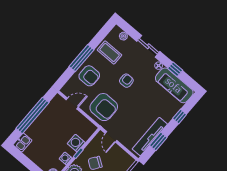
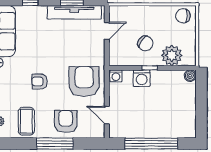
door: (111, 137) -> (107, 31), moved
kitchen sink: (22, 142) -> (186, 131), removed
washing machine: (66, 158) -> (116, 76), moved

